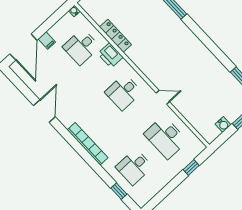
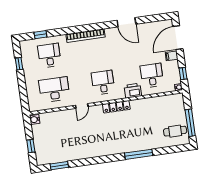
window: (57, 16) -> (183, 74), added
locker: (115, 36) -> (116, 107), moved
door: (23, 47) -> (178, 38), hinge flipped
water cooler: (223, 125) -> (35, 119), moved
window: (191, 167) -> (19, 64), moved

